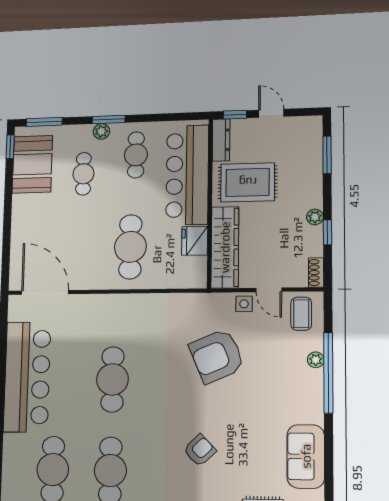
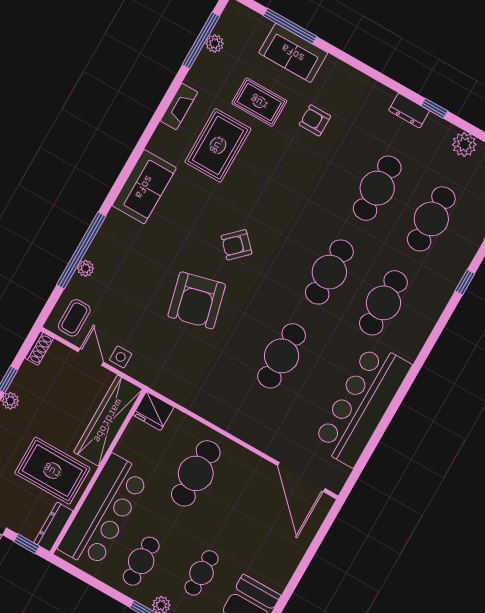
fridge: (195, 241) -> (154, 411), moved, turned 90
armchair: (217, 356) -> (197, 300), moved, turned 99

